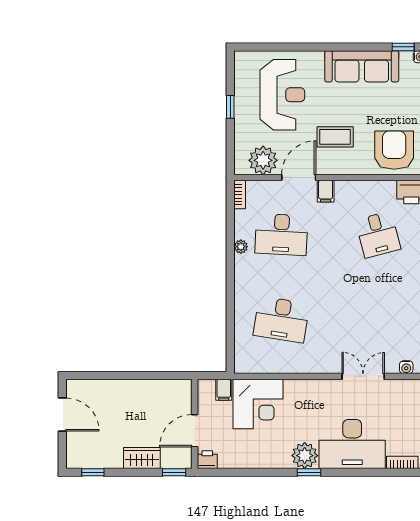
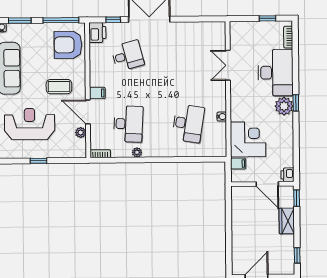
coffee table: (335, 137) -> (59, 87), turned 90
plant: (263, 160) -> (81, 133), width x0.53, depth x0.53
water cooler: (406, 367) -> (222, 117), moved

